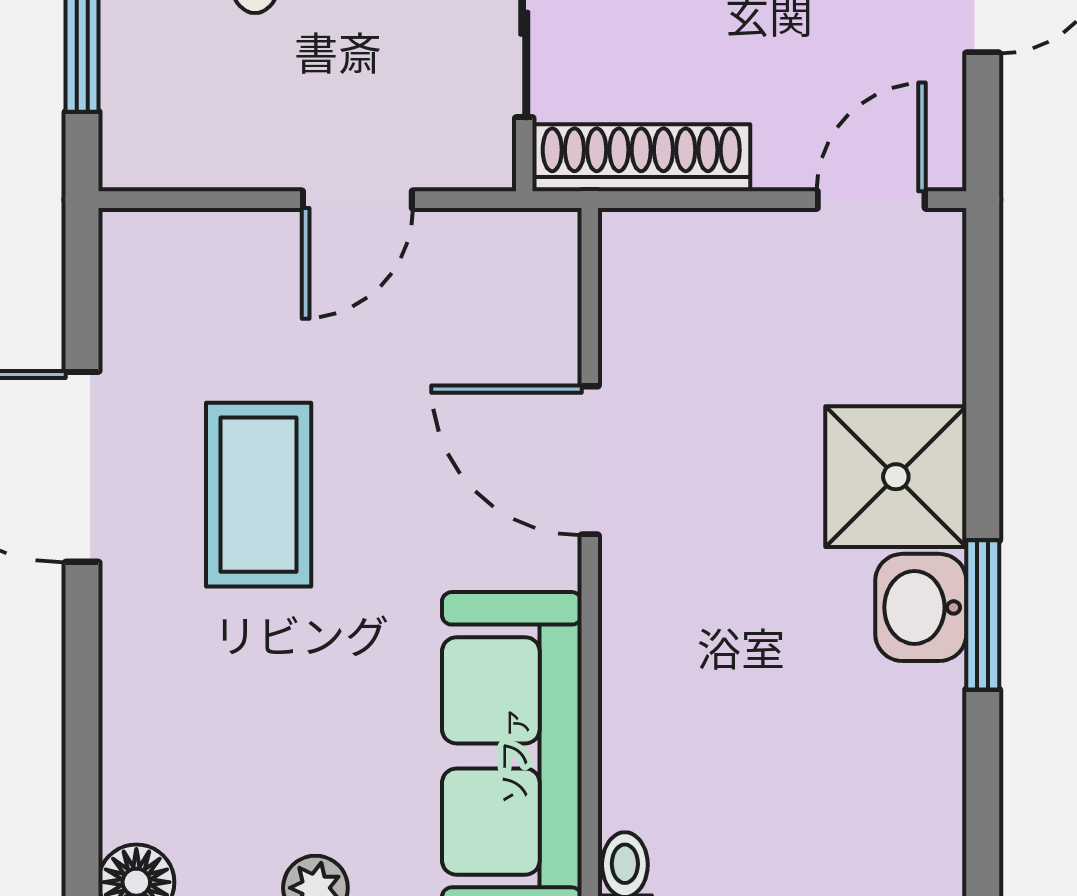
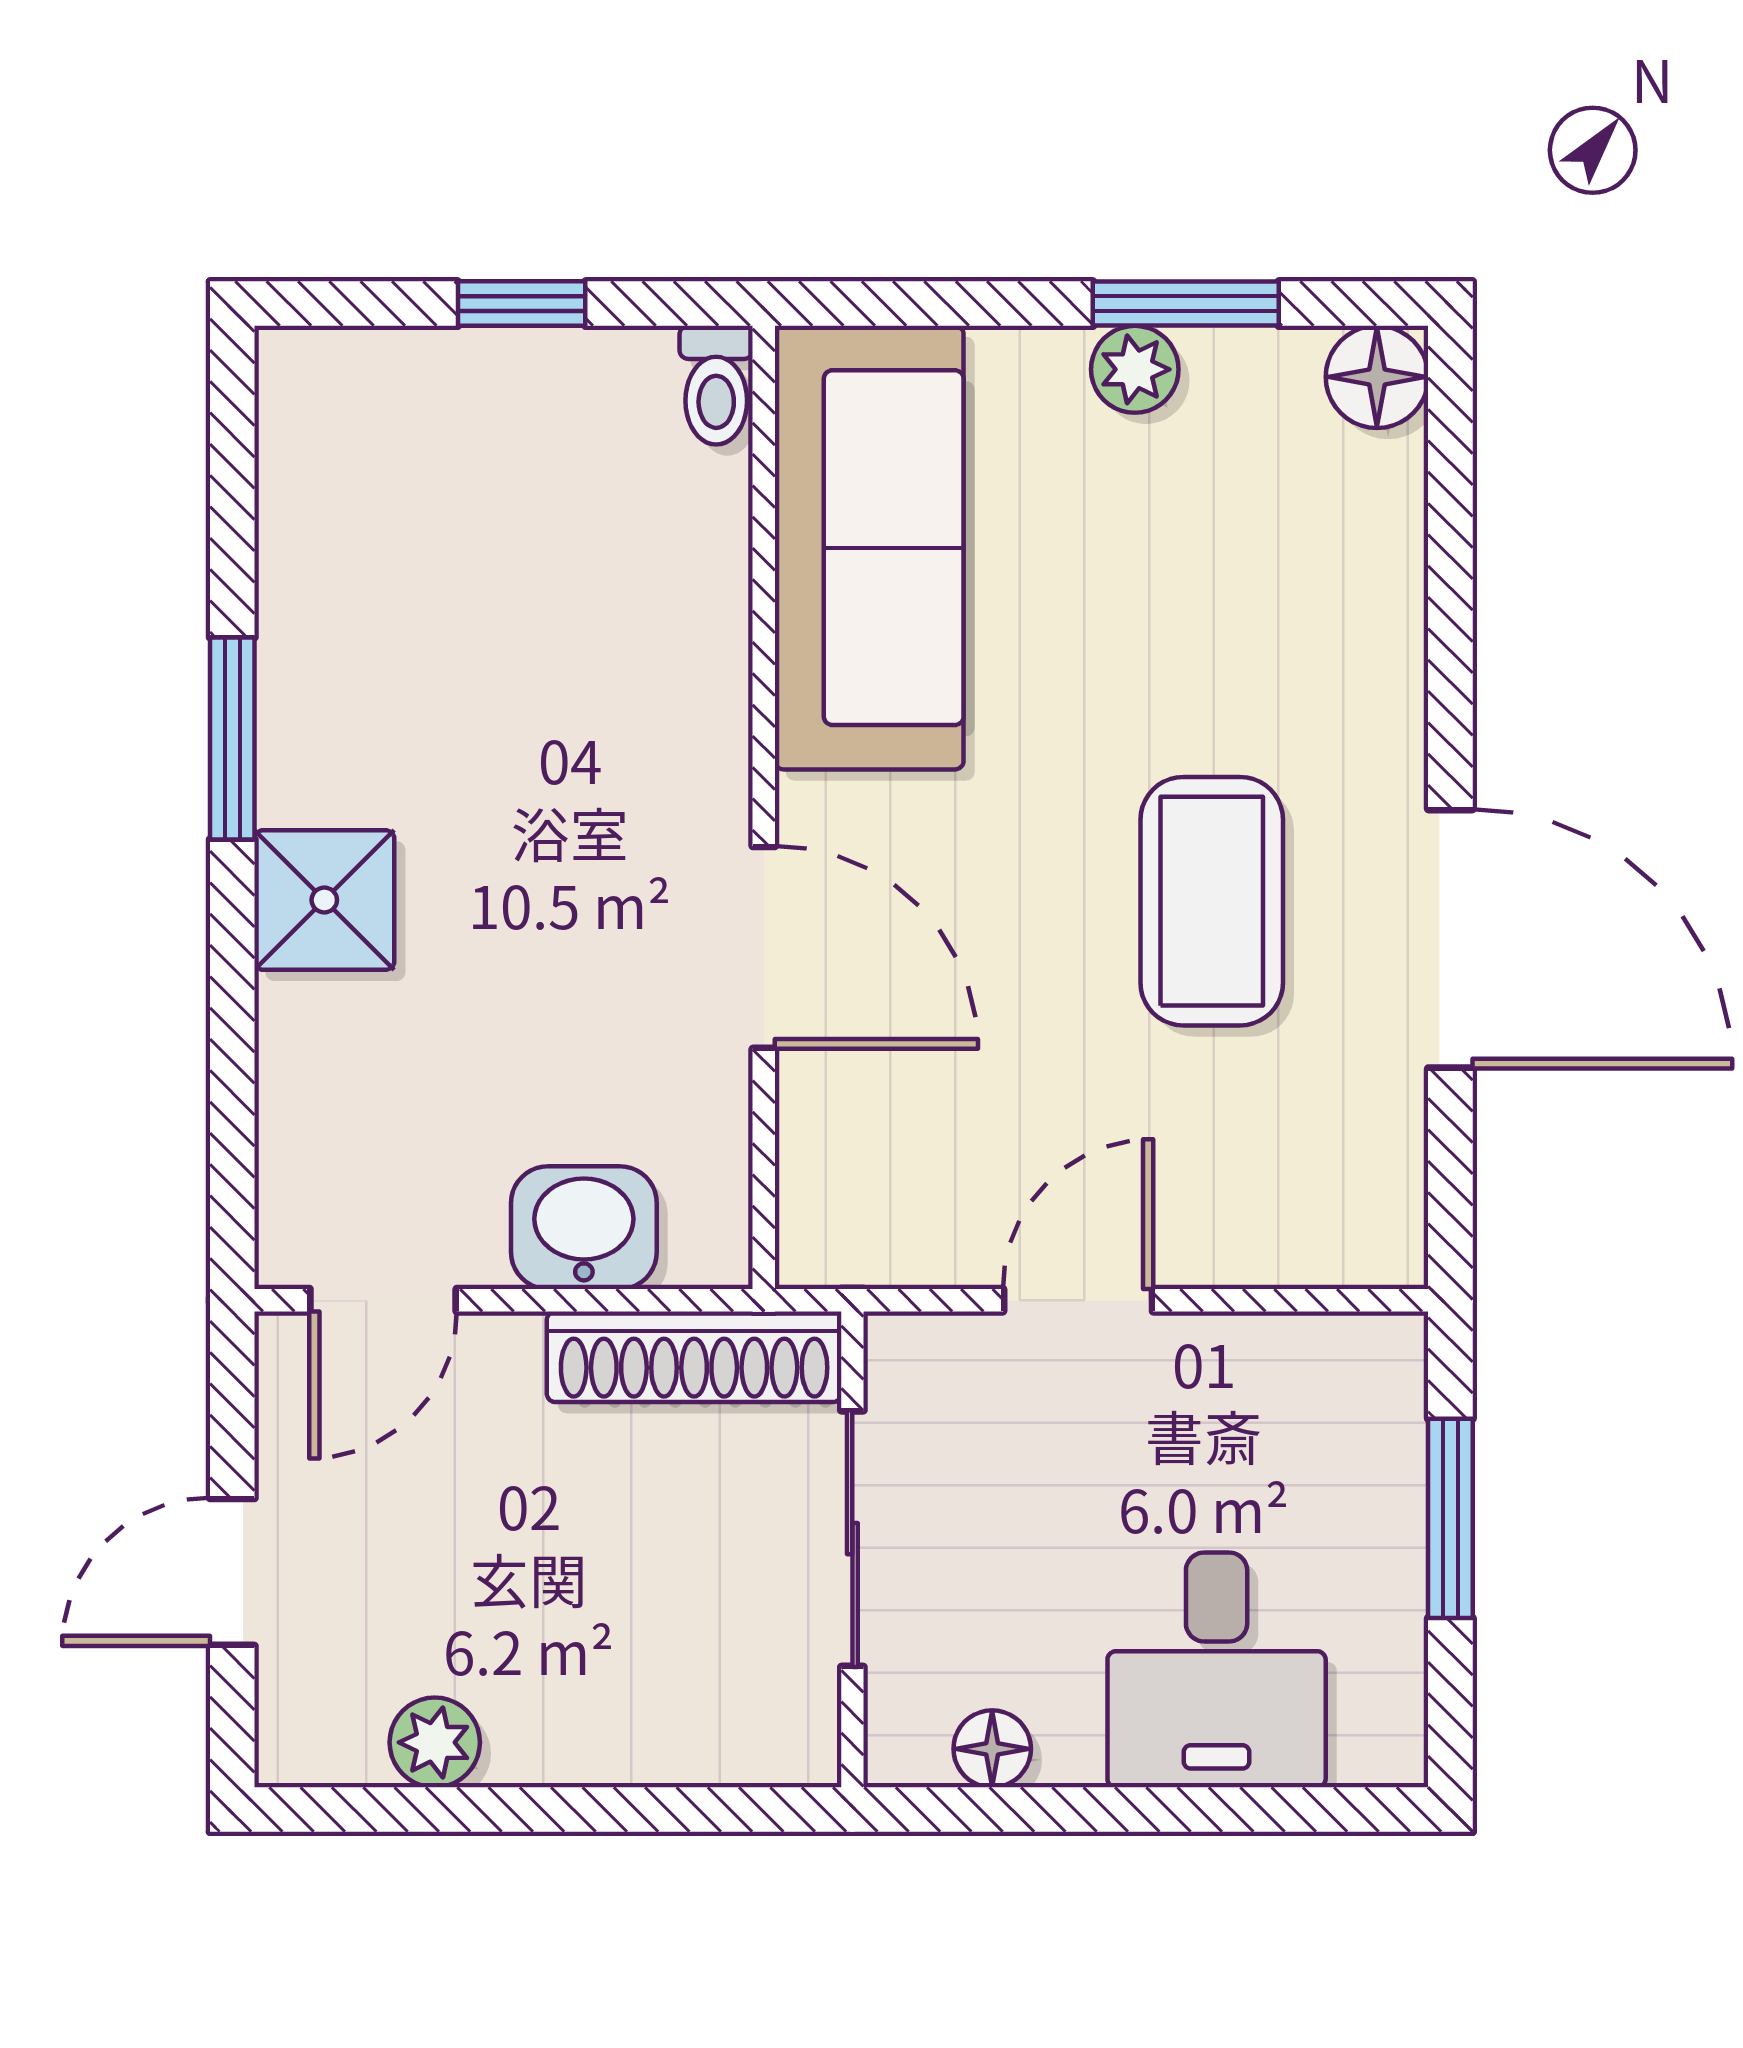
shower: (896, 477) -> (324, 900), width x0.73, depth x0.73
washbasin: (921, 607) -> (584, 1228), moved, turned -90

